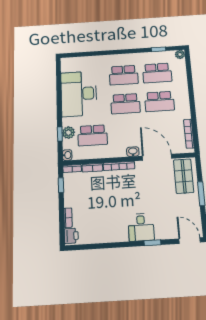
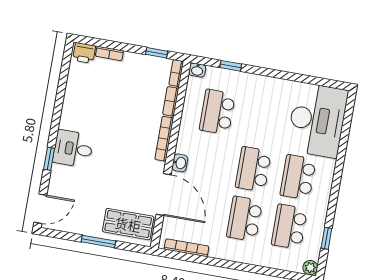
desk: (79, 94) -> (317, 120), moved, turned 90
plant: (69, 133) -> (230, 79), removed
door: (157, 157) -> (164, 194), hinge flipped

